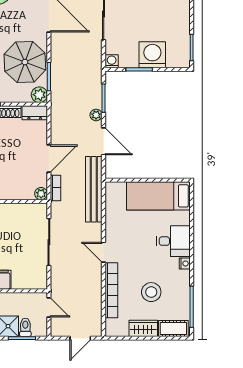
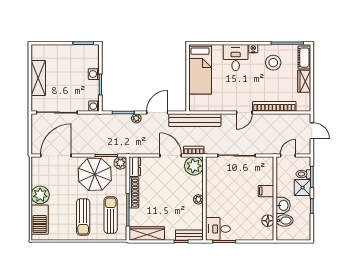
washing machine: (152, 55) -> (94, 74), width x0.53, depth x0.53
plant: (41, 194) -> (194, 166), width x1.88, depth x1.88
stool: (151, 292) -> (273, 63), moved

